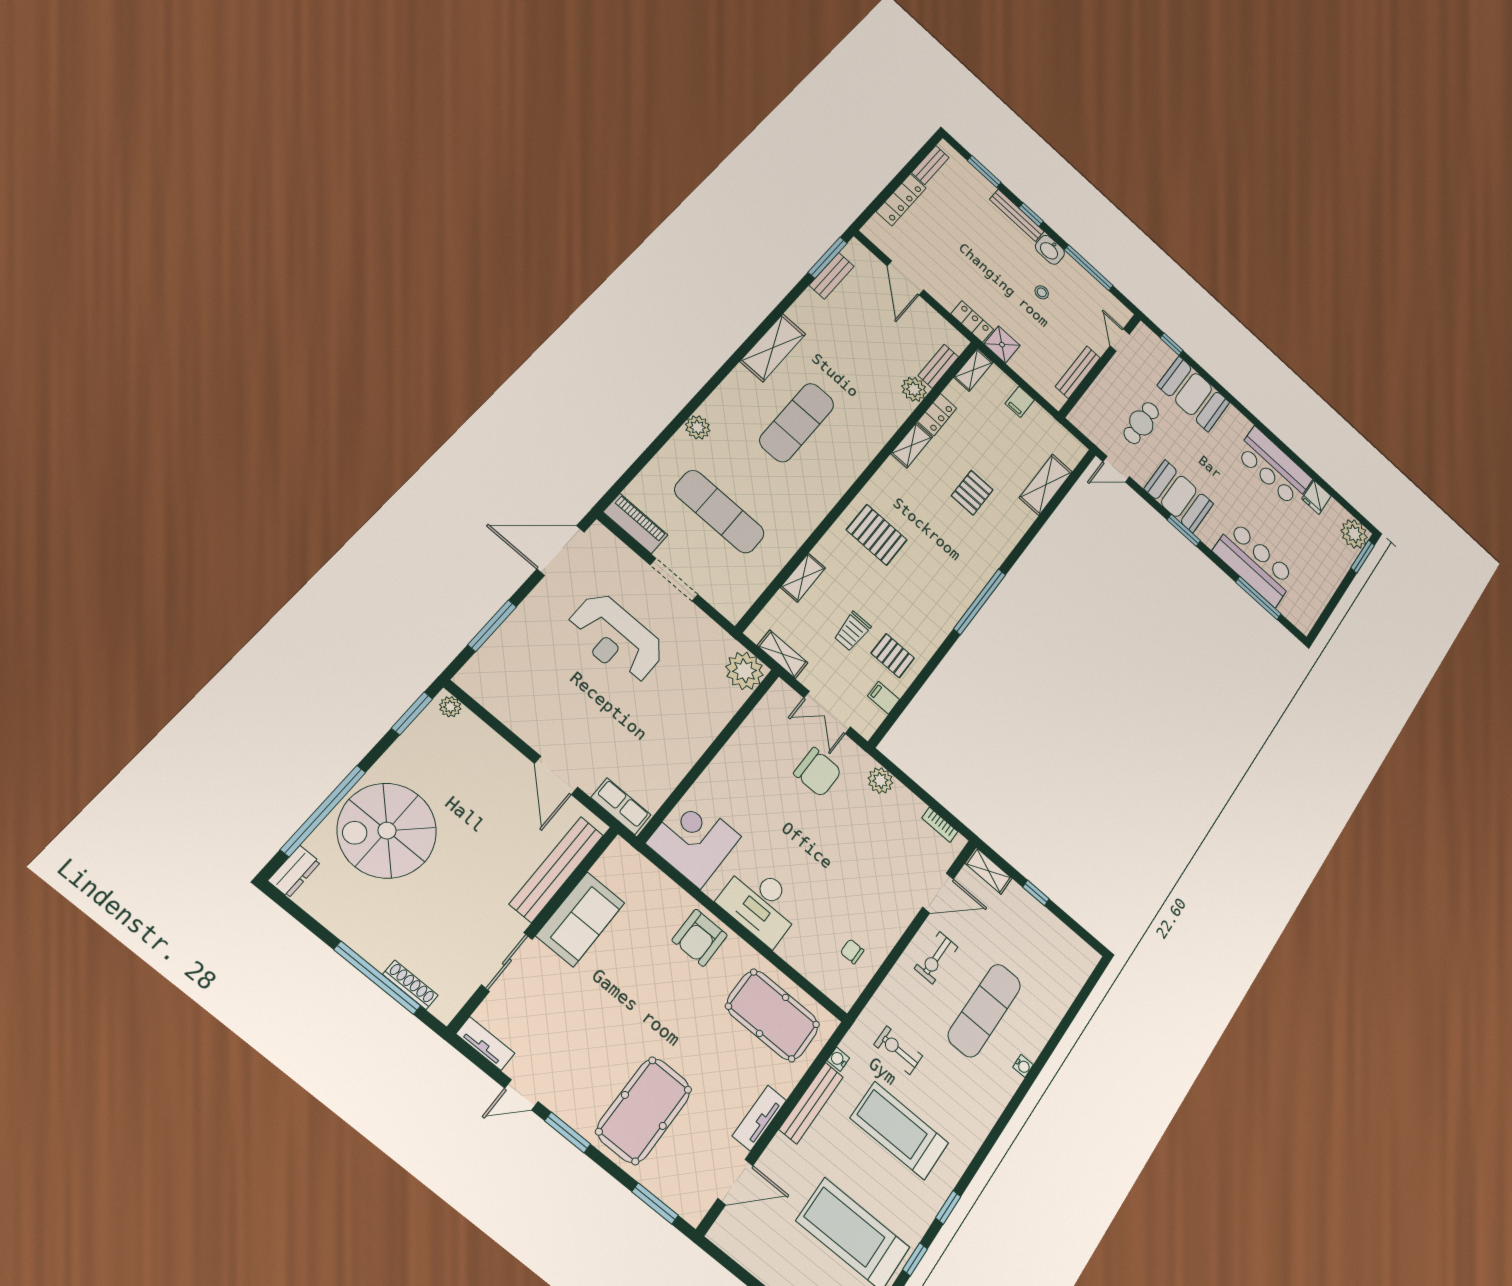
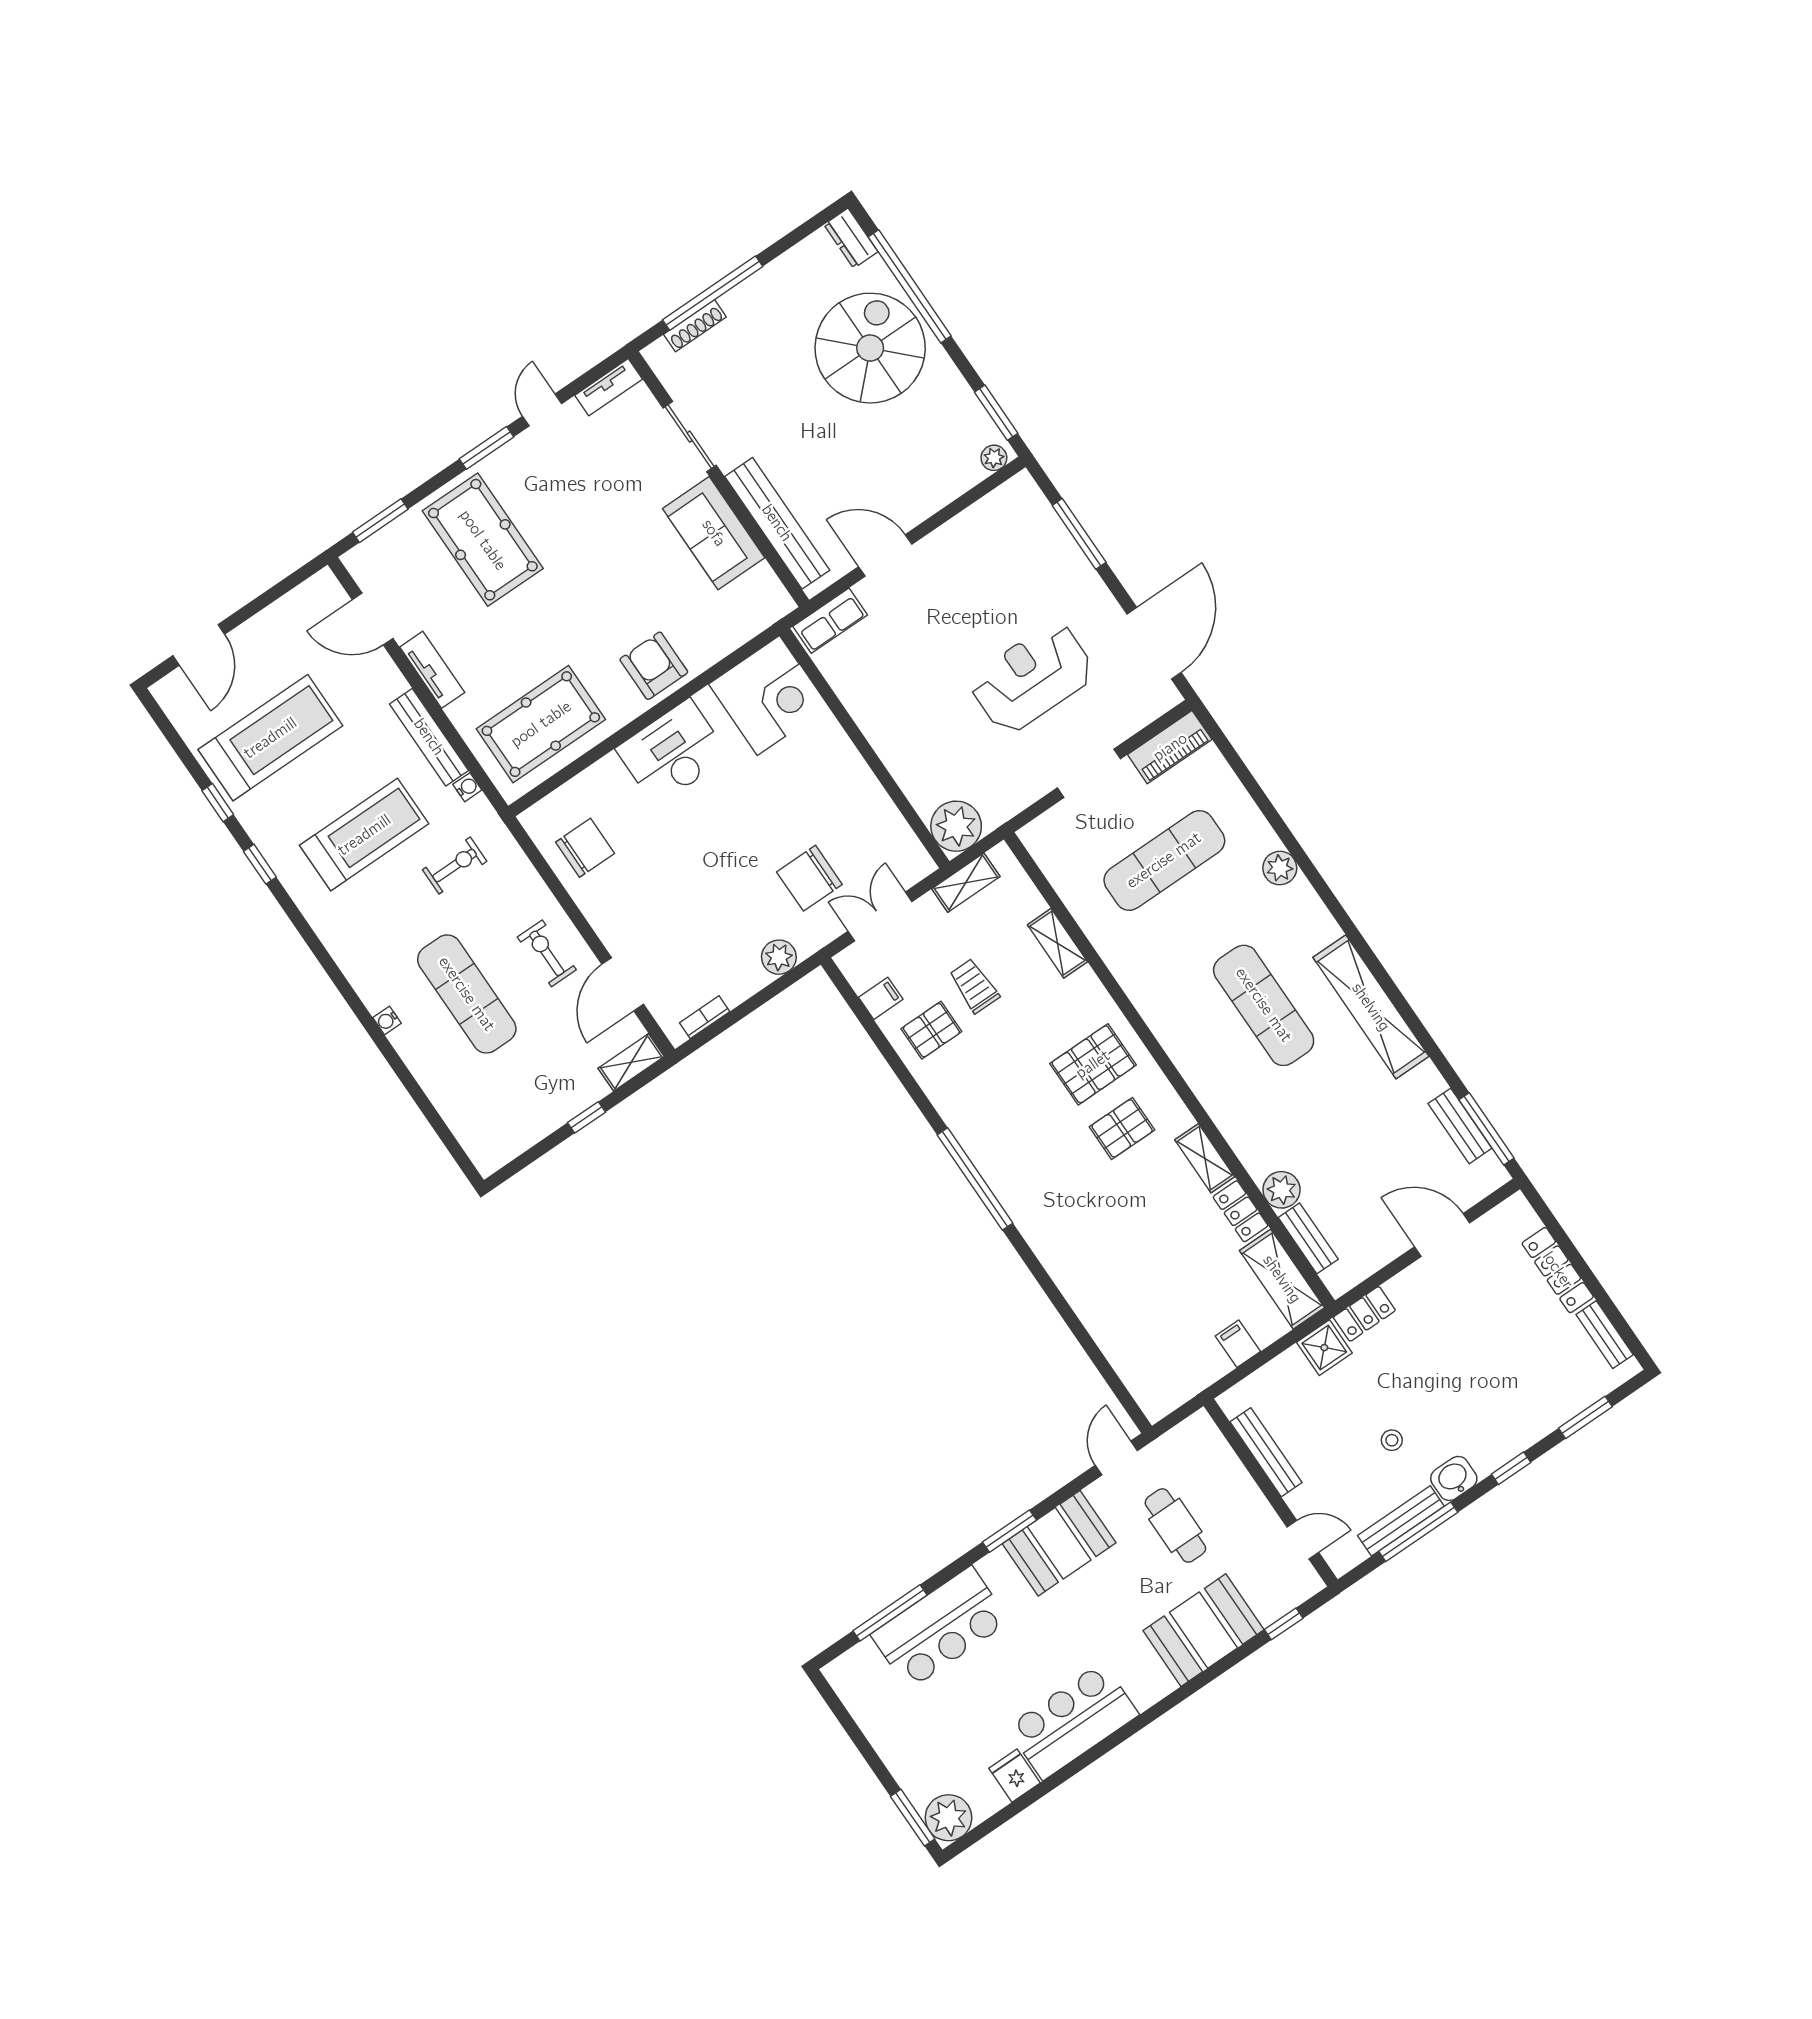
bench: (1017, 215) -> (1401, 1521), moved
shelving: (773, 348) -> (1371, 1007), width x1.47
shelving: (973, 370) -> (1282, 1279), width x1.50, depth x1.33
shelving: (1046, 485) -> (1114, 1339), removed
pallet: (972, 493) -> (1122, 1128), moved, turned 90
chair: (852, 951) -> (585, 848), width x1.87, depth x1.87
door: (735, 1182) -> (373, 619), hinge flipped

